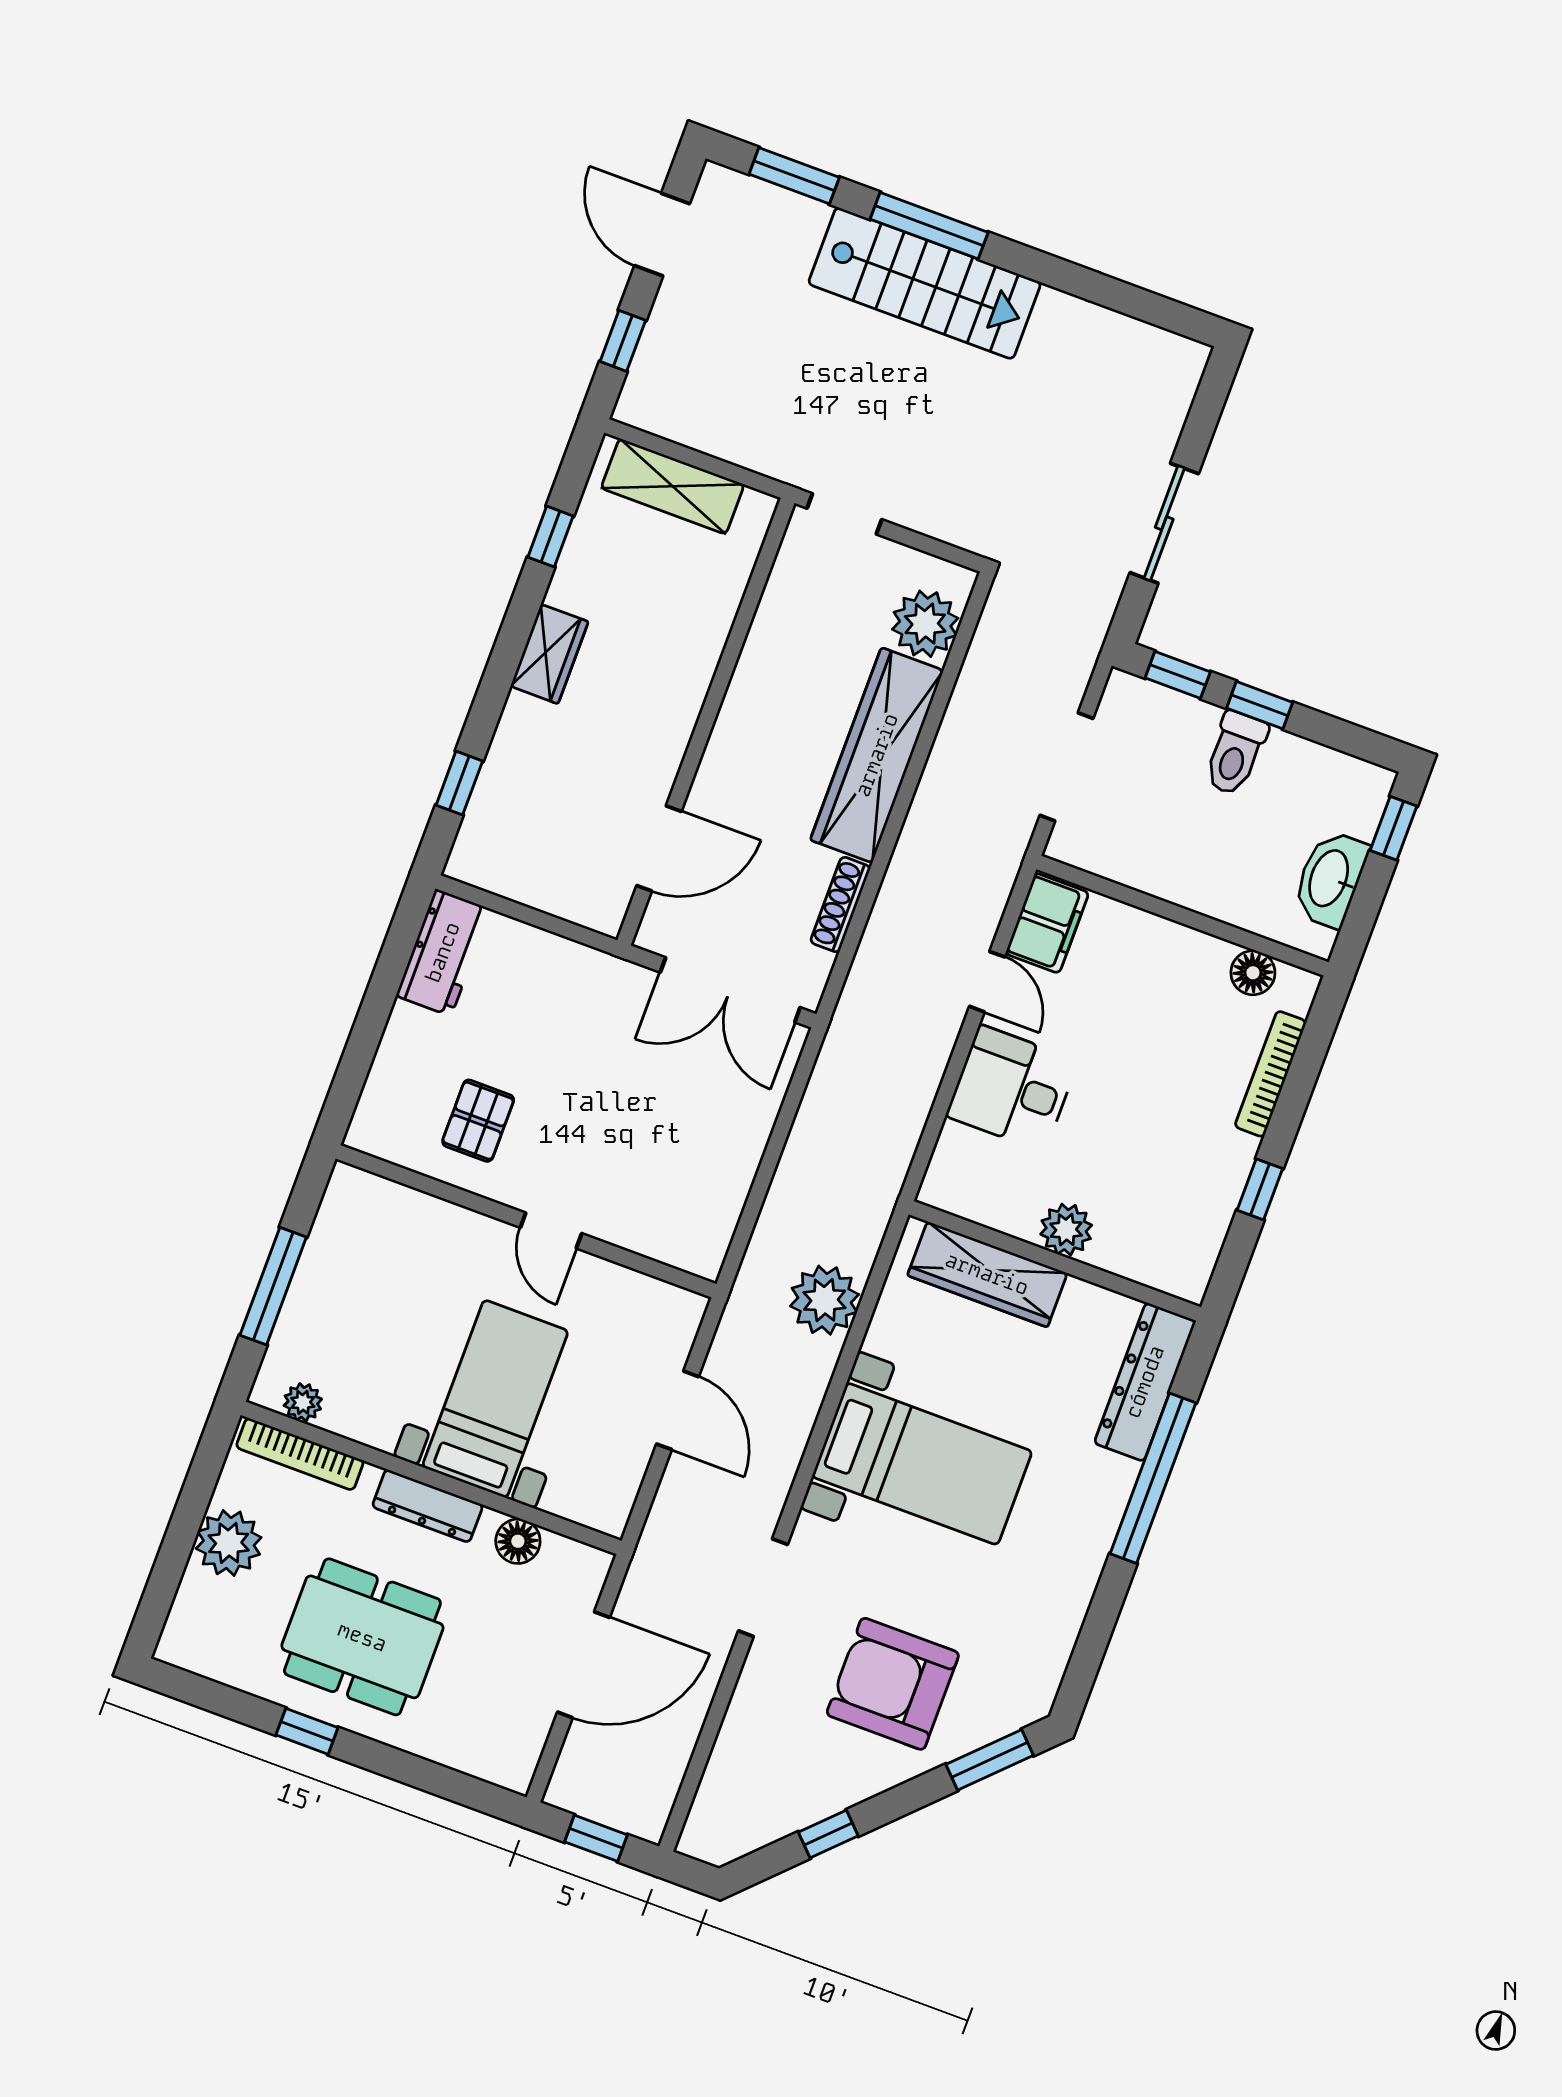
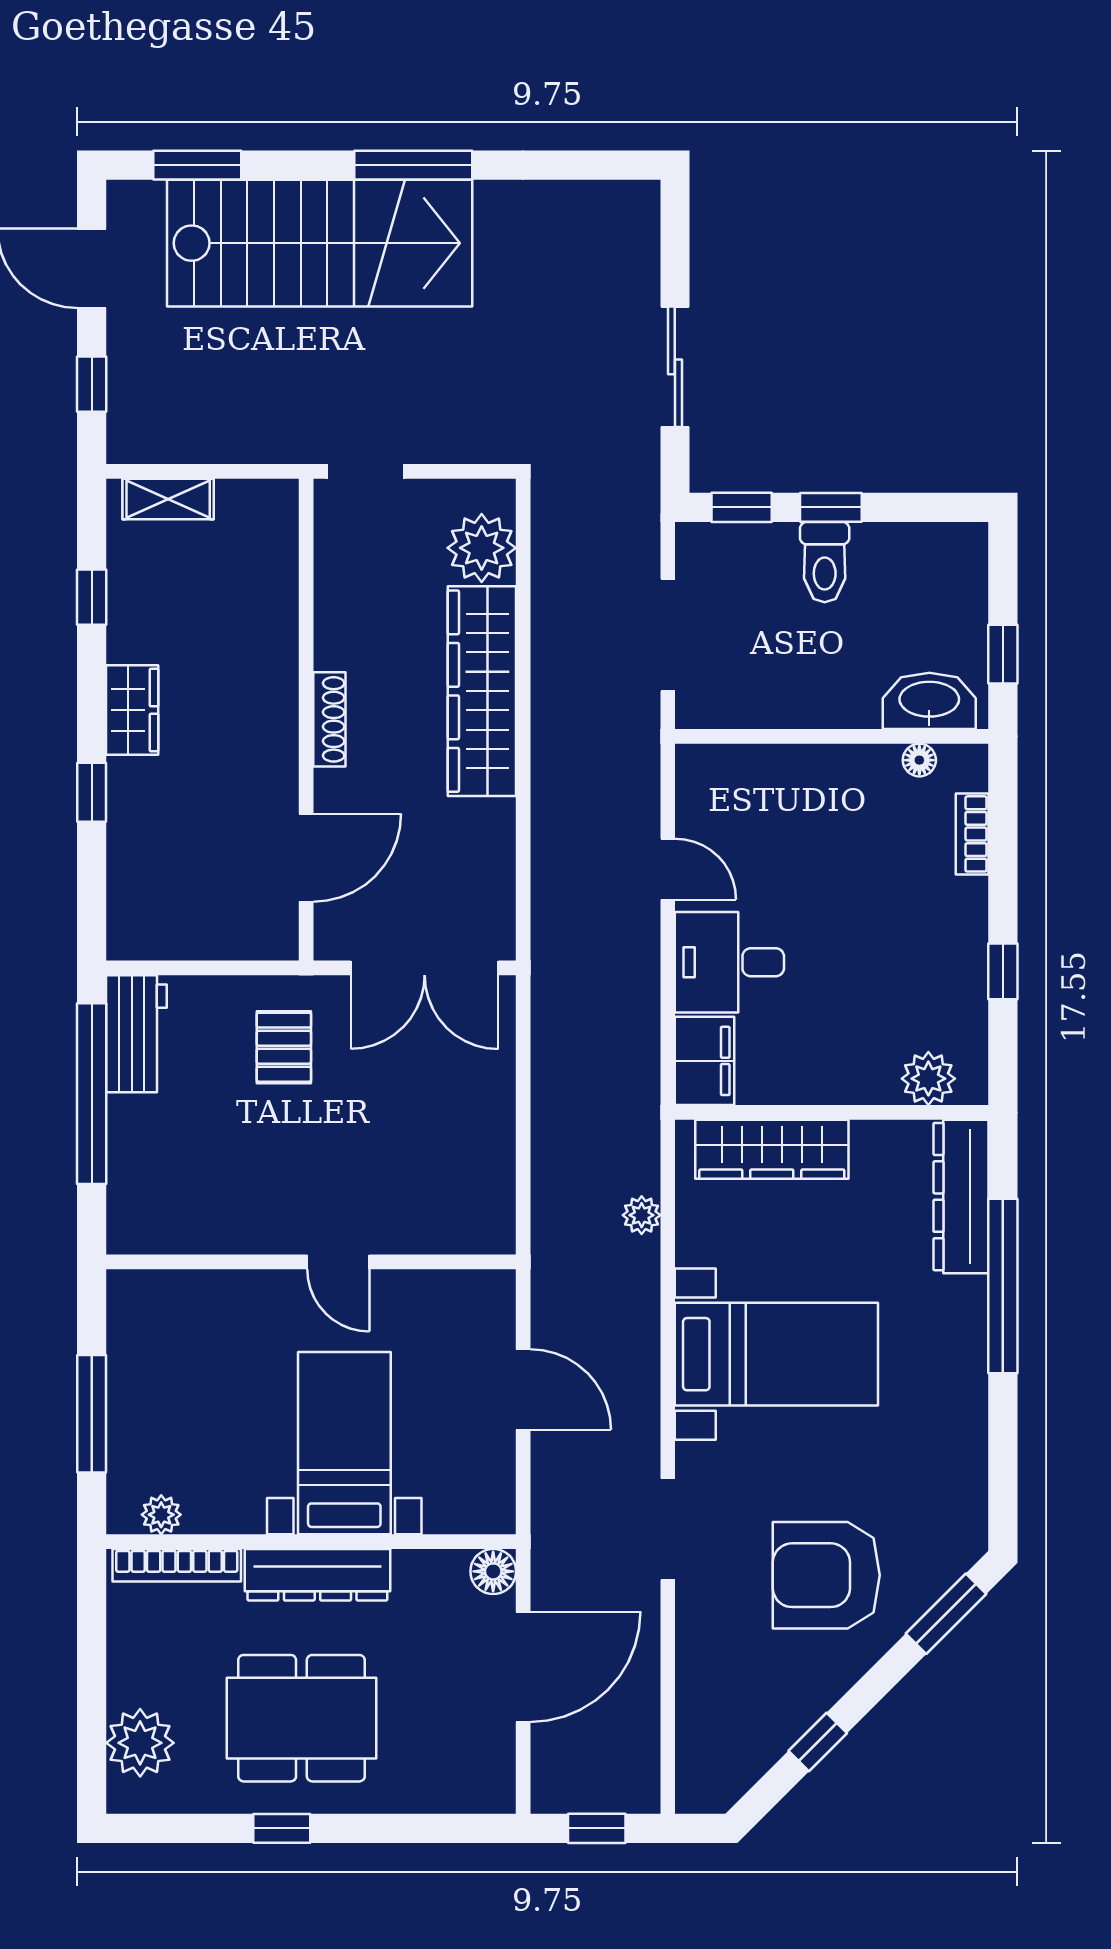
window: (929, 226) -> (413, 165), moved
stairs: (925, 283) -> (320, 243), width x1.36, depth x1.51
shelving: (673, 486) -> (168, 499), width x0.67, depth x0.75
window: (459, 783) -> (92, 792), moved
window: (1393, 828) -> (1003, 654), moved
washbasin: (1330, 879) -> (929, 701), moved, turned 90
shoe rack: (840, 905) -> (329, 719), moved, turned 180
filing cabinet: (1047, 923) -> (705, 1061), moved
floor lamp: (1253, 973) -> (919, 760), width x0.73, depth x0.73
window: (382, 992) -> (92, 1094), added
bookcase: (1271, 1074) -> (972, 834), width x0.64
pallet: (478, 1121) -> (284, 1047), moved
plant: (1066, 1230) -> (928, 1079), moved
plant: (825, 1300) -> (642, 1215), width x0.53, depth x0.53
dresser: (428, 1506) -> (317, 1575), width x1.37, depth x1.24
floor lamp: (518, 1541) -> (493, 1571), moved
plant: (229, 1543) -> (140, 1743), moved

